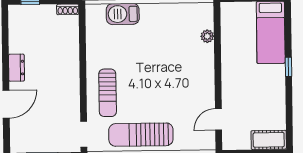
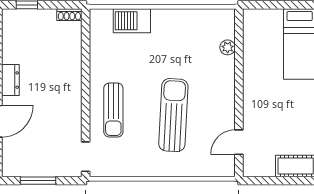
sun lounger: (141, 135) -> (173, 115), moved, turned 93

